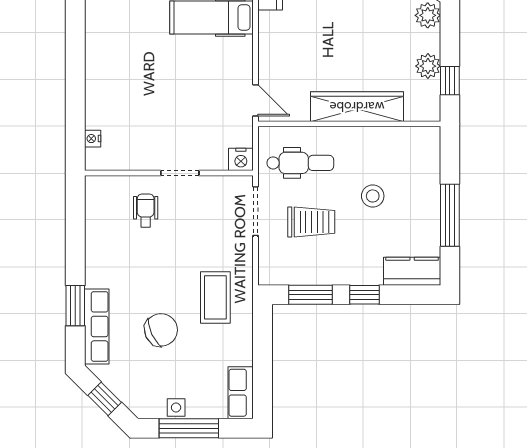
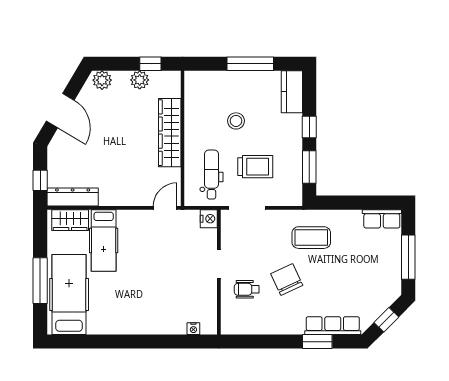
trolley: (311, 222) -> (255, 167), turned 90
chair: (161, 330) -> (287, 279), moved
side table: (176, 408) -> (393, 267), removed

